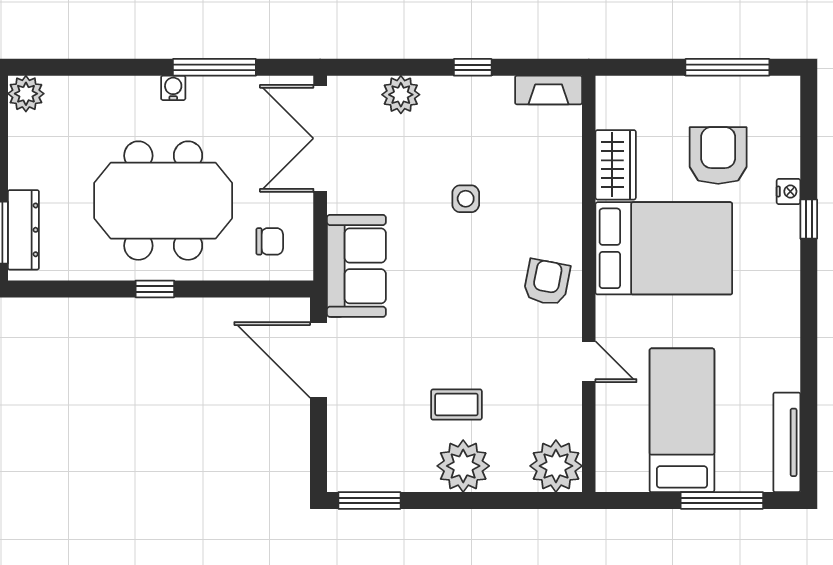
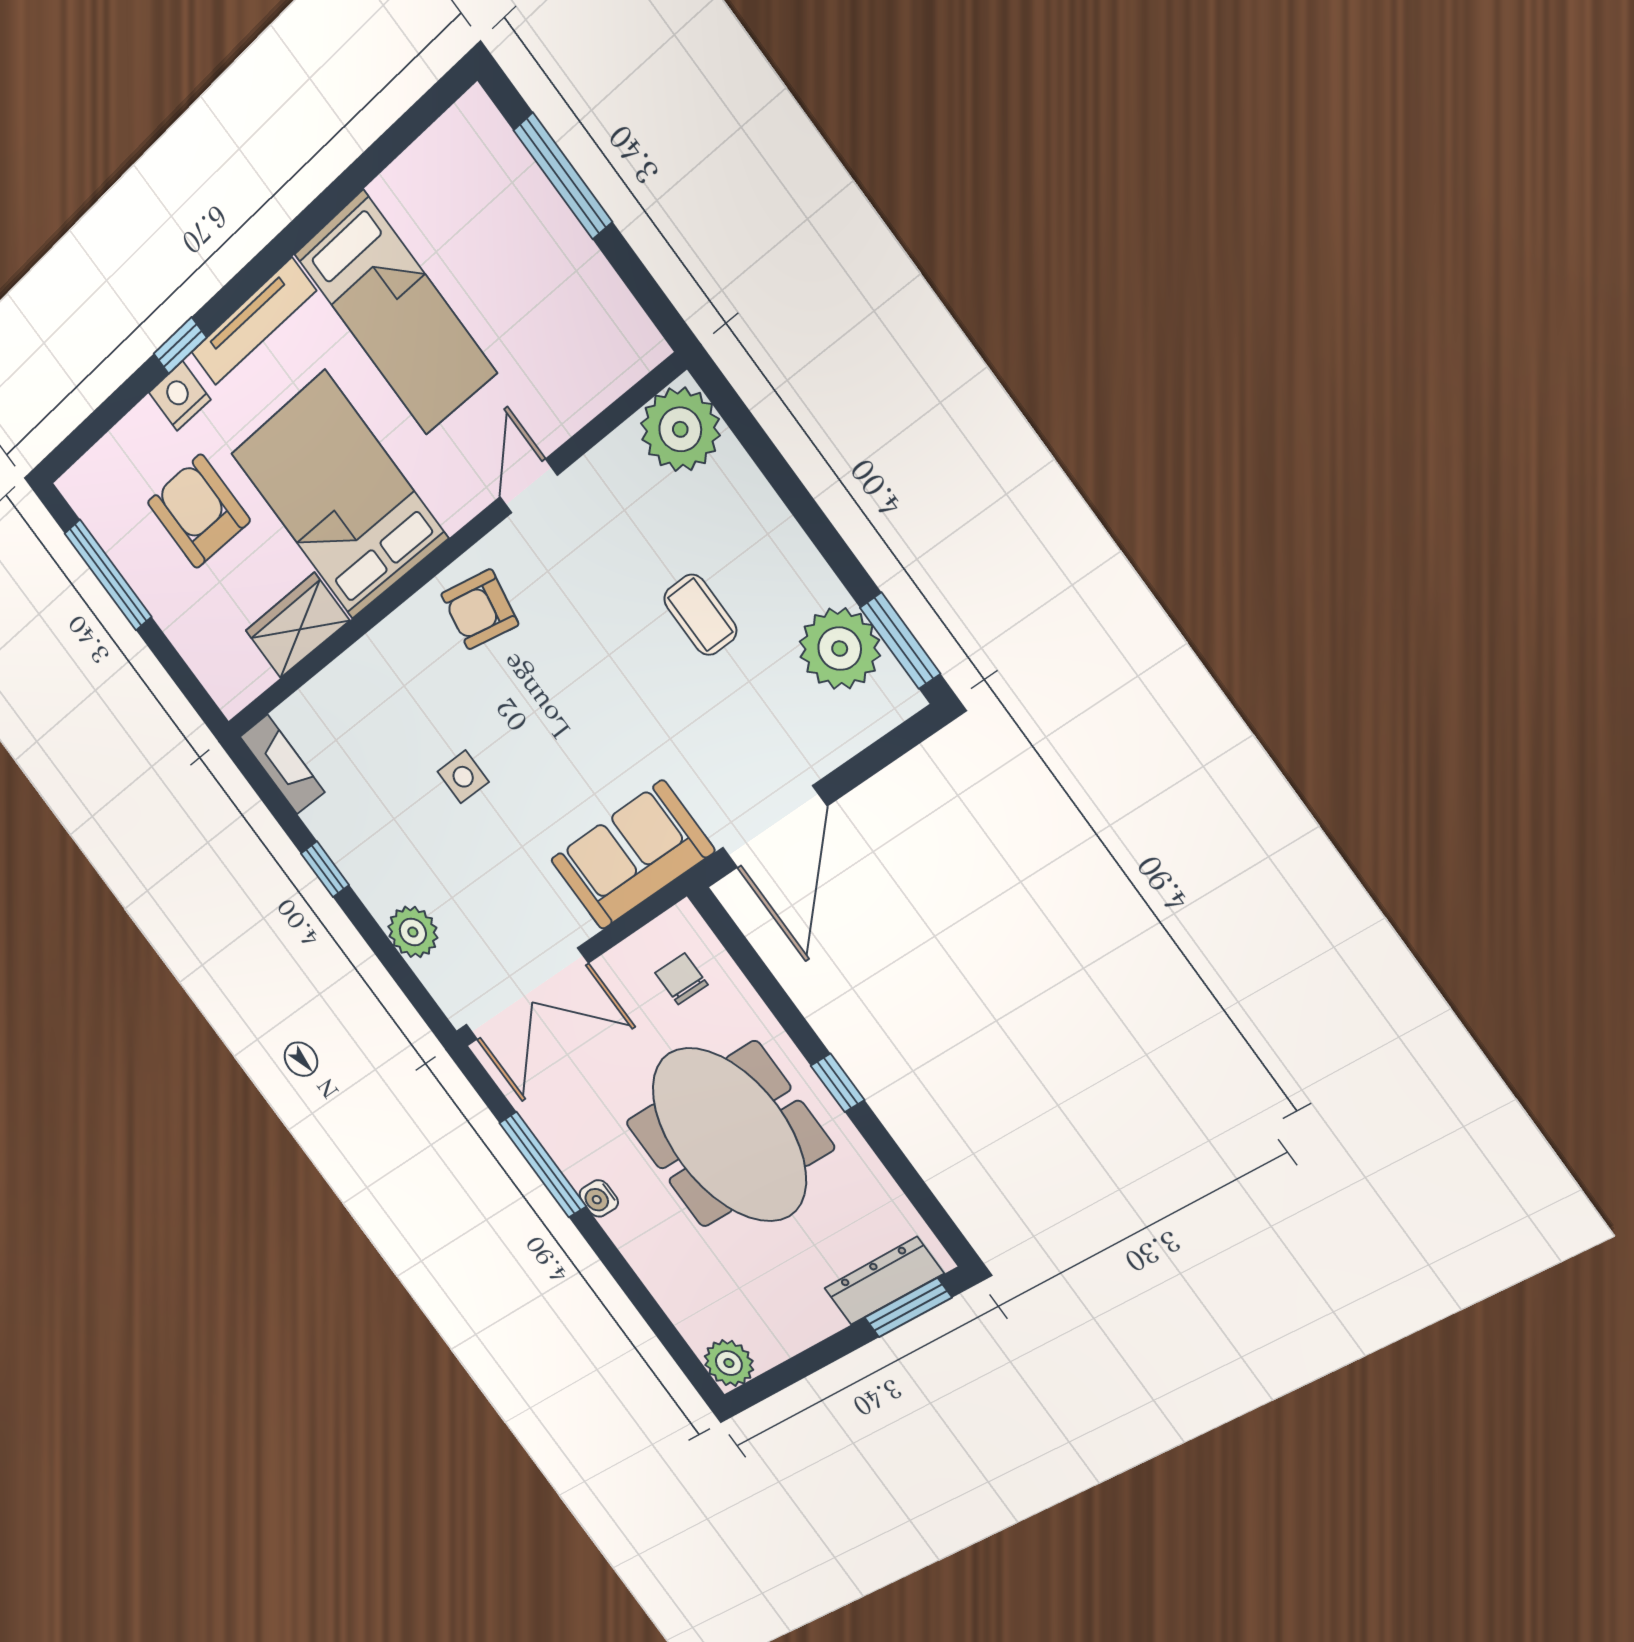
armchair: (718, 156) -> (199, 511), turned 90
nightstand: (788, 191) -> (180, 396), width x1.39, depth x1.35
bed: (682, 420) -> (395, 313), moved, turned -90
tv unit: (787, 442) -> (253, 322), moved
plant: (463, 466) -> (840, 649), moved

